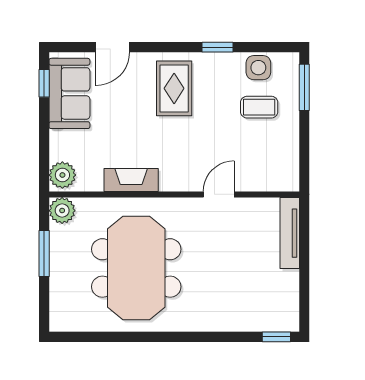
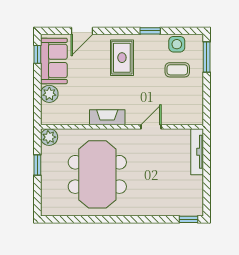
plant: (62, 175) -> (49, 94), moved
fireplace: (131, 180) -> (107, 117), moved
window: (44, 253) -> (37, 165), width x0.67

